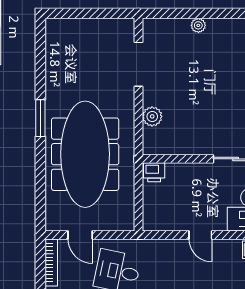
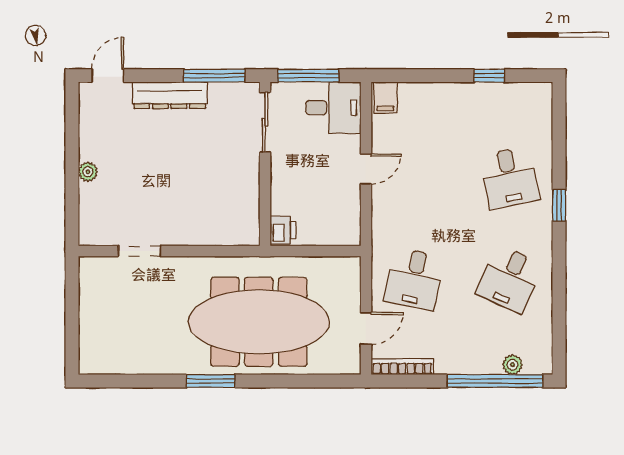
doorway: (139, 64) -> (139, 251), width x0.73
plant: (152, 116) -> (209, 233), removed

